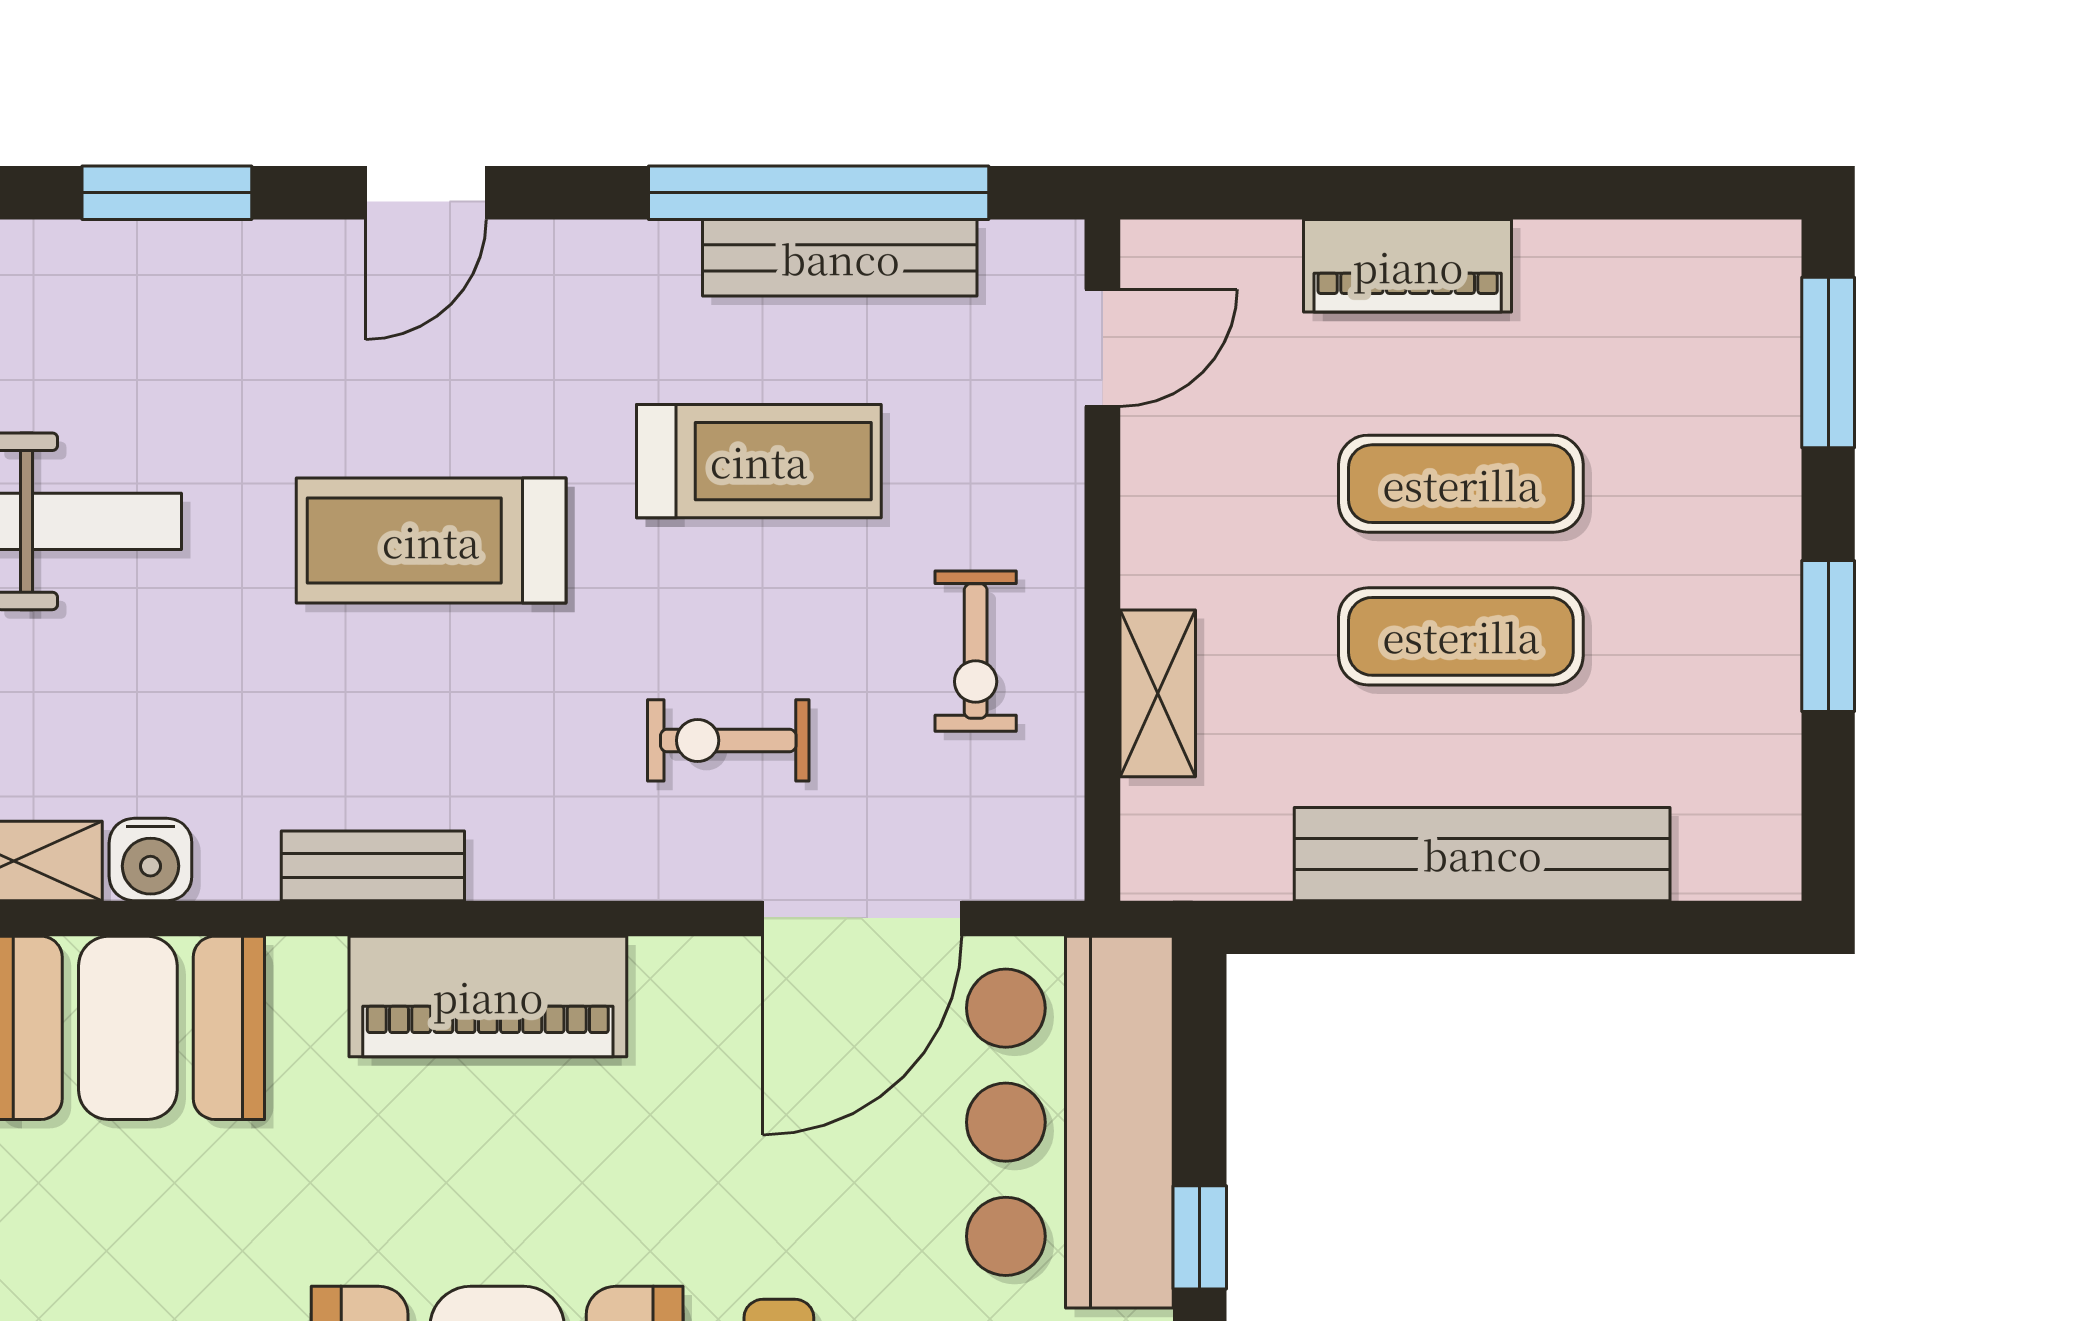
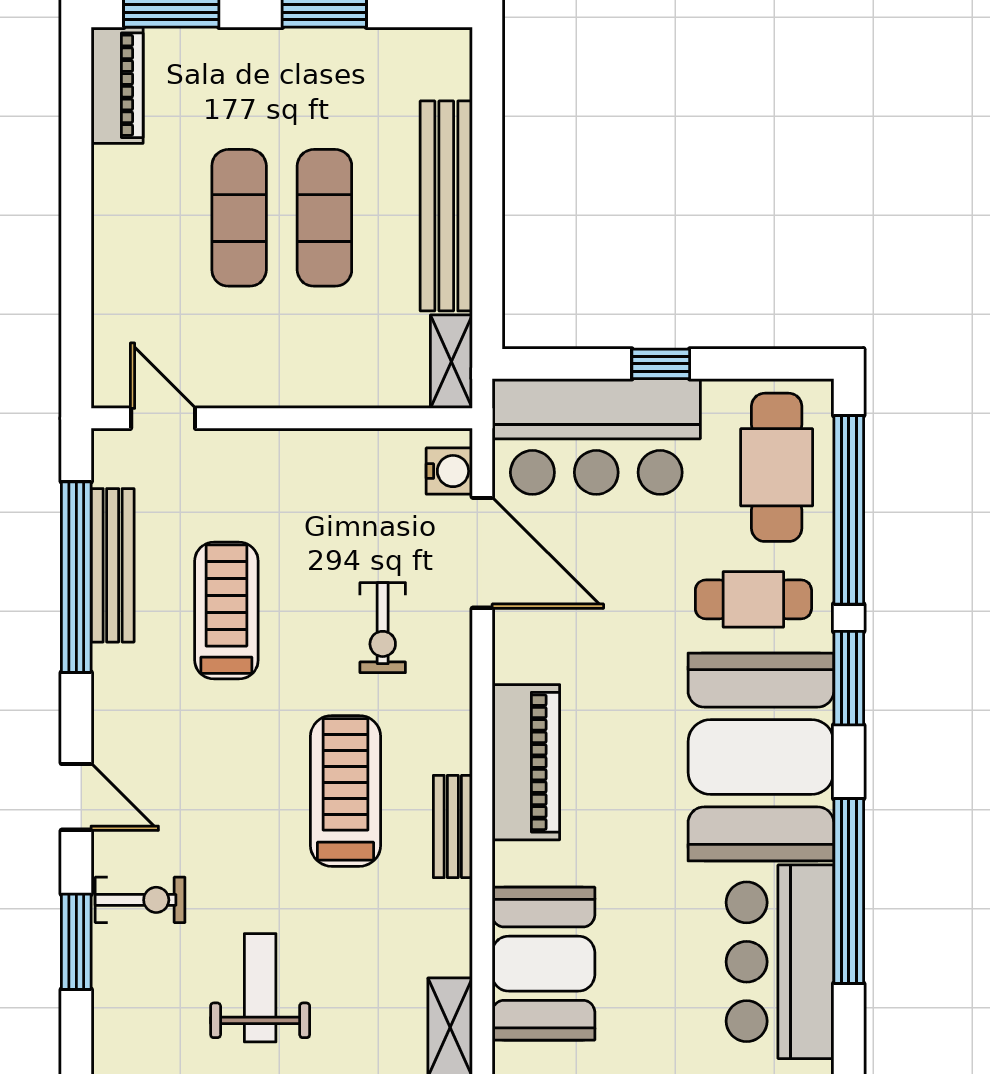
piano: (1408, 266) -> (117, 85), moved
treadmill: (431, 541) -> (346, 791), moved, turned 180
exercise bike: (976, 651) -> (140, 900), moved
shelving: (1158, 693) -> (451, 362), moved, turned 90
water cooler: (150, 860) -> (449, 471), moved

